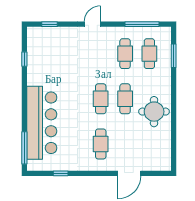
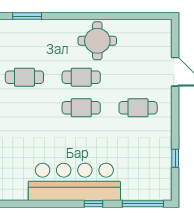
cafe table: (149, 54) -> (24, 47), removed
window: (24, 59) -> (94, 204), moved
bar counter: (42, 123) -> (74, 182), moved

